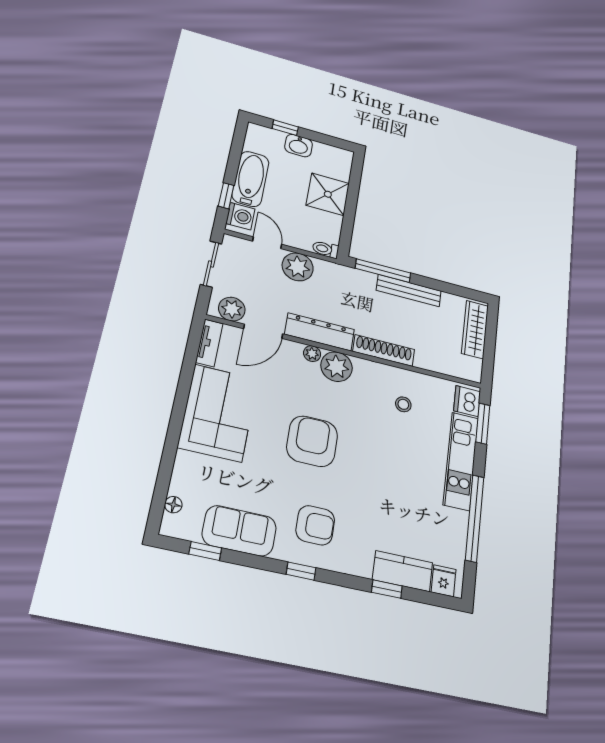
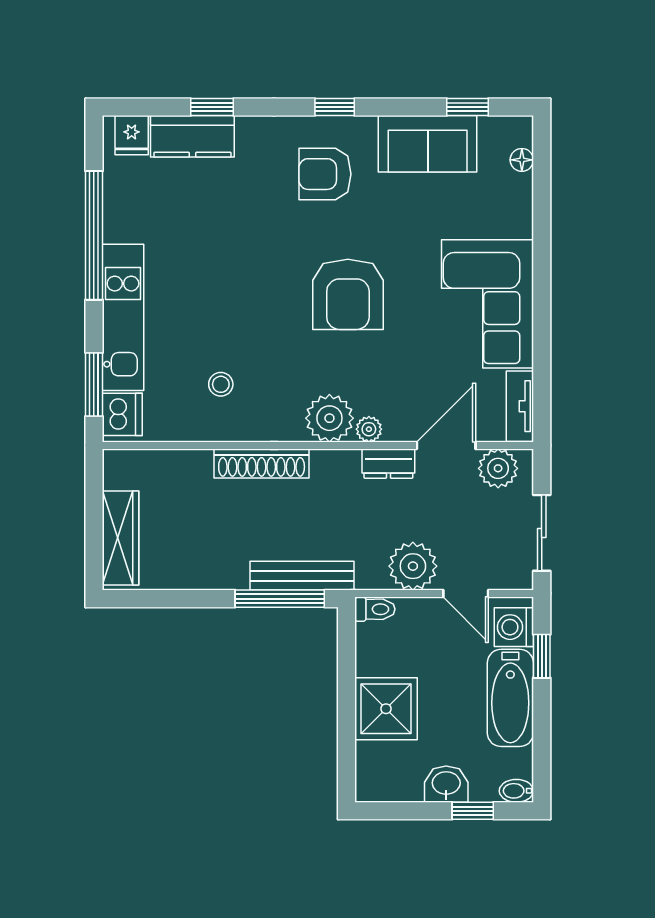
bidet: (257, 130) -> (516, 791), added
bench: (409, 291) -> (302, 576), moved
dresser: (320, 332) -> (388, 464), width x0.51, depth x0.80

